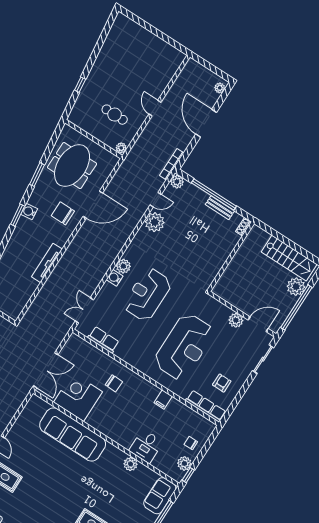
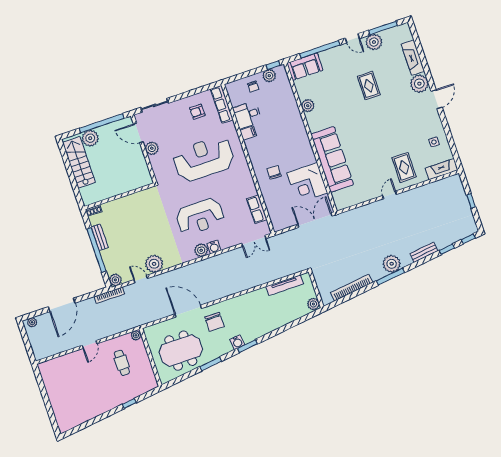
tv unit: (47, 263) -> (285, 285), moved
desk: (146, 446) -> (247, 115), moved, turned 180

